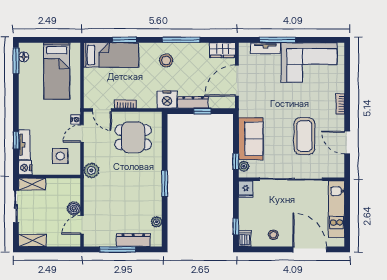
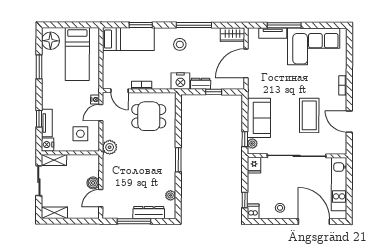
floor lamp: (24, 57) -> (50, 41), width x1.89, depth x1.89
window: (16, 61) -> (39, 67), moved
dresser: (193, 102) -> (201, 84), width x0.70

